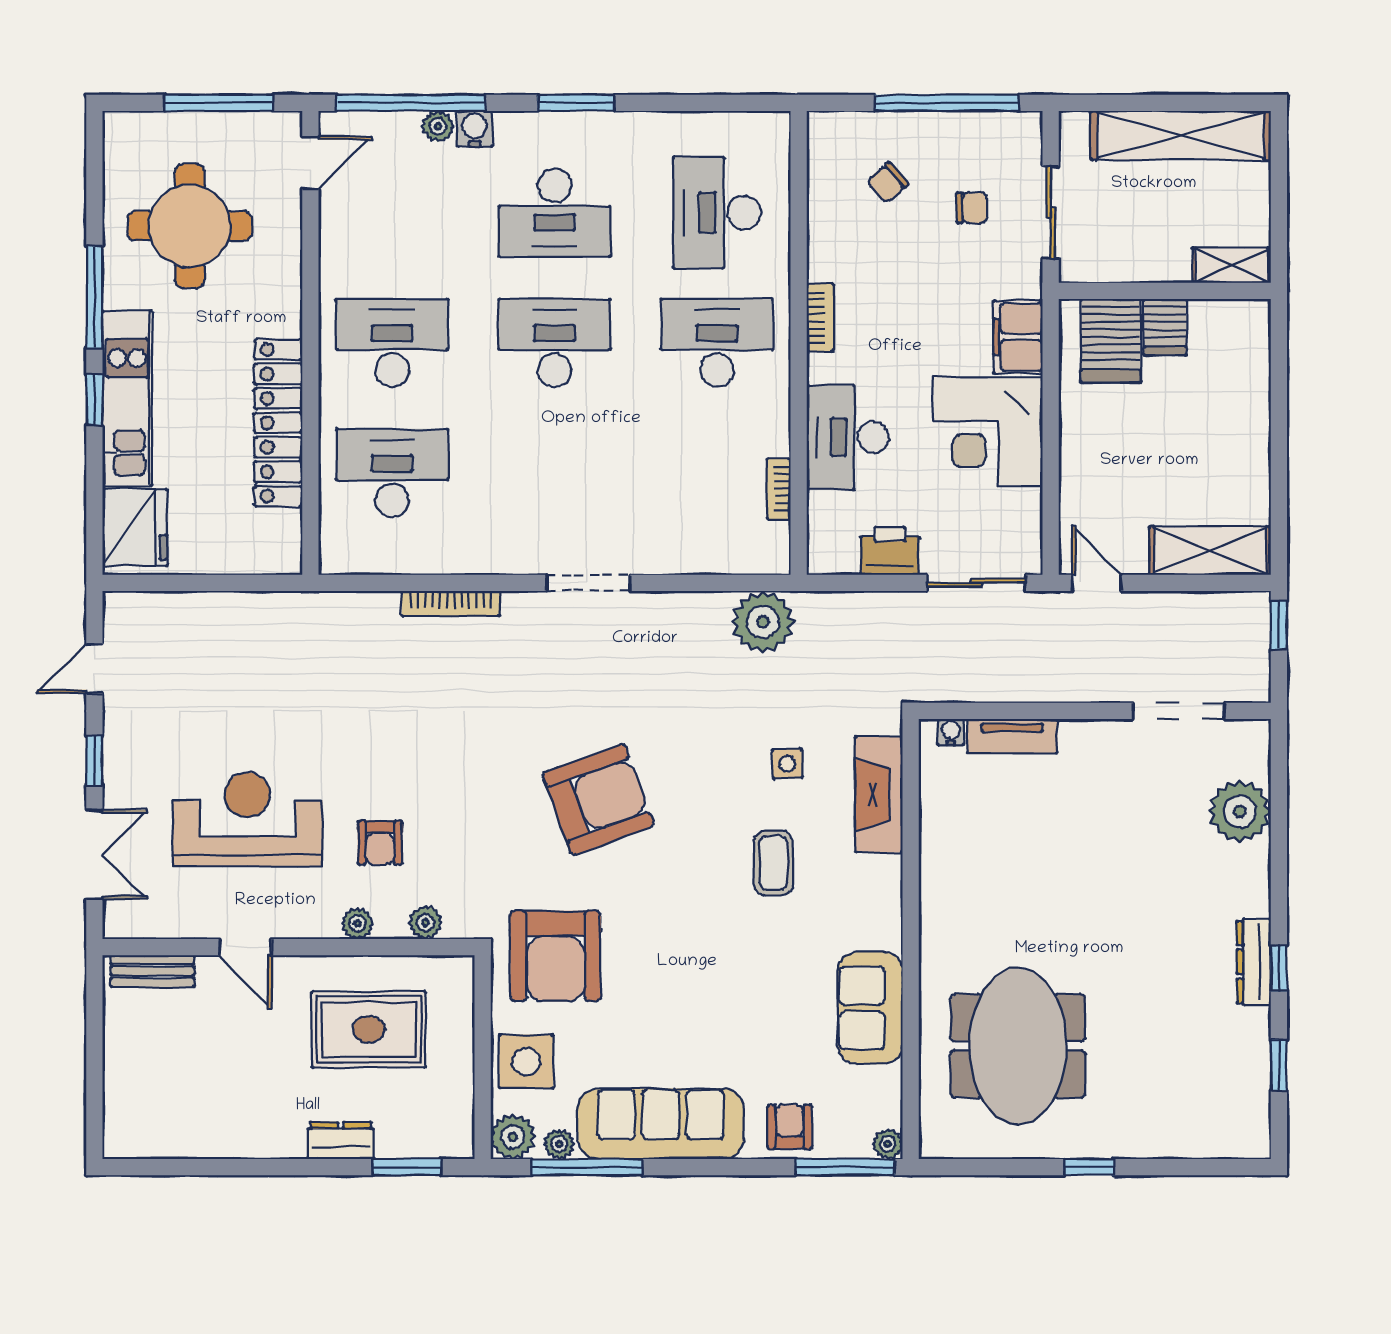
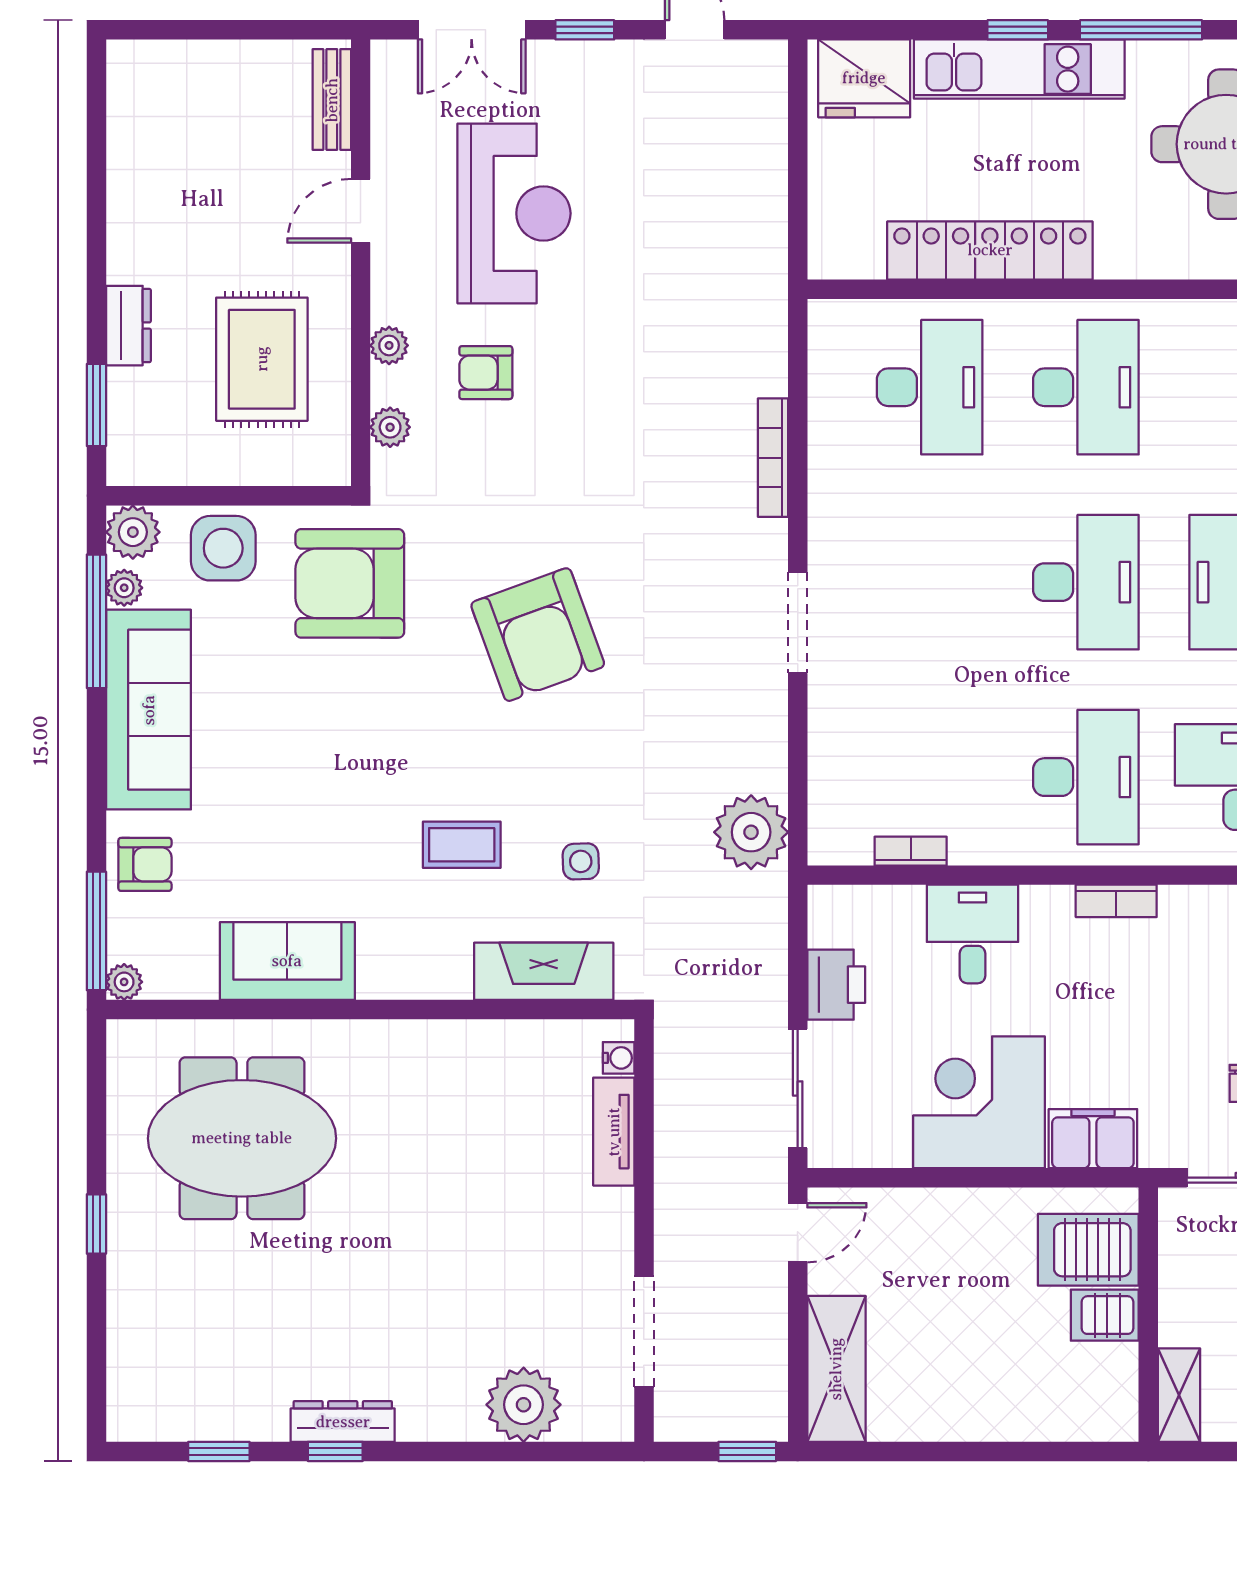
desk: (848, 437) -> (973, 934), width x0.73

